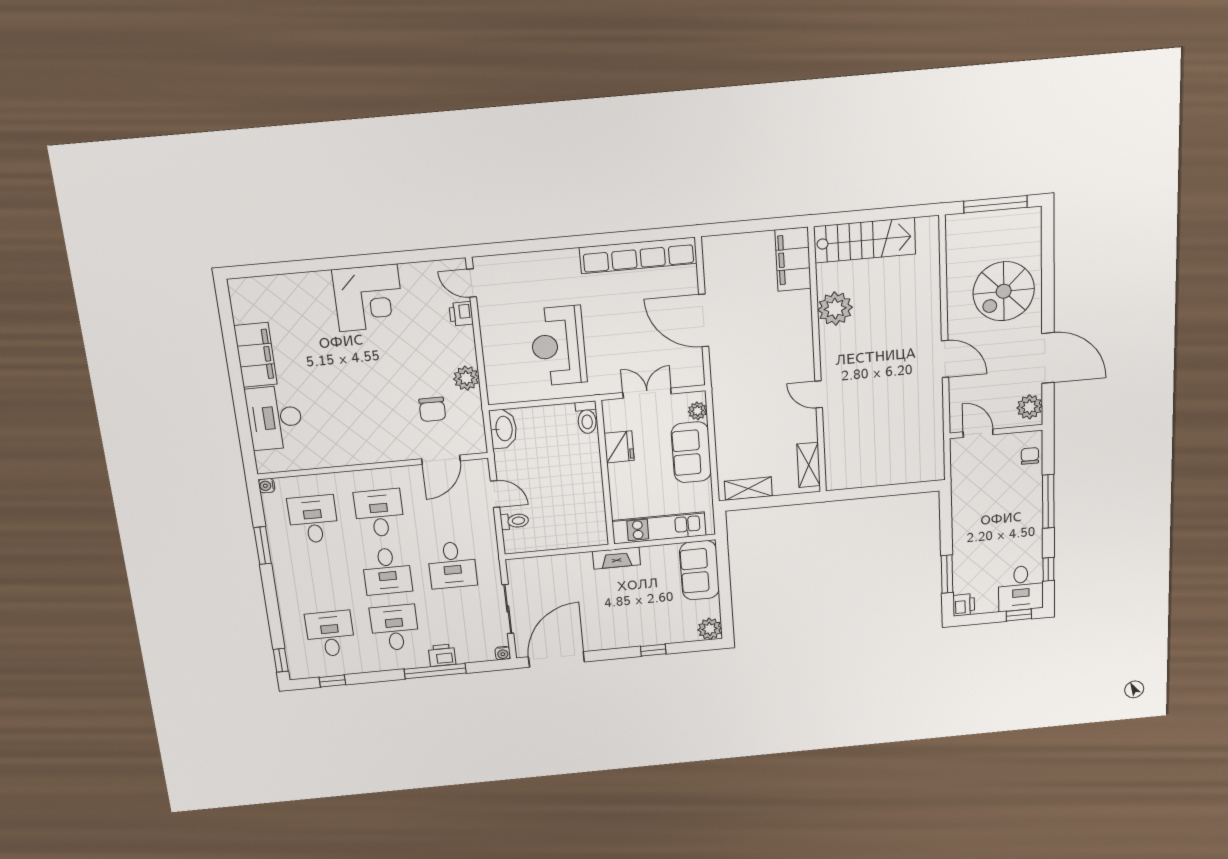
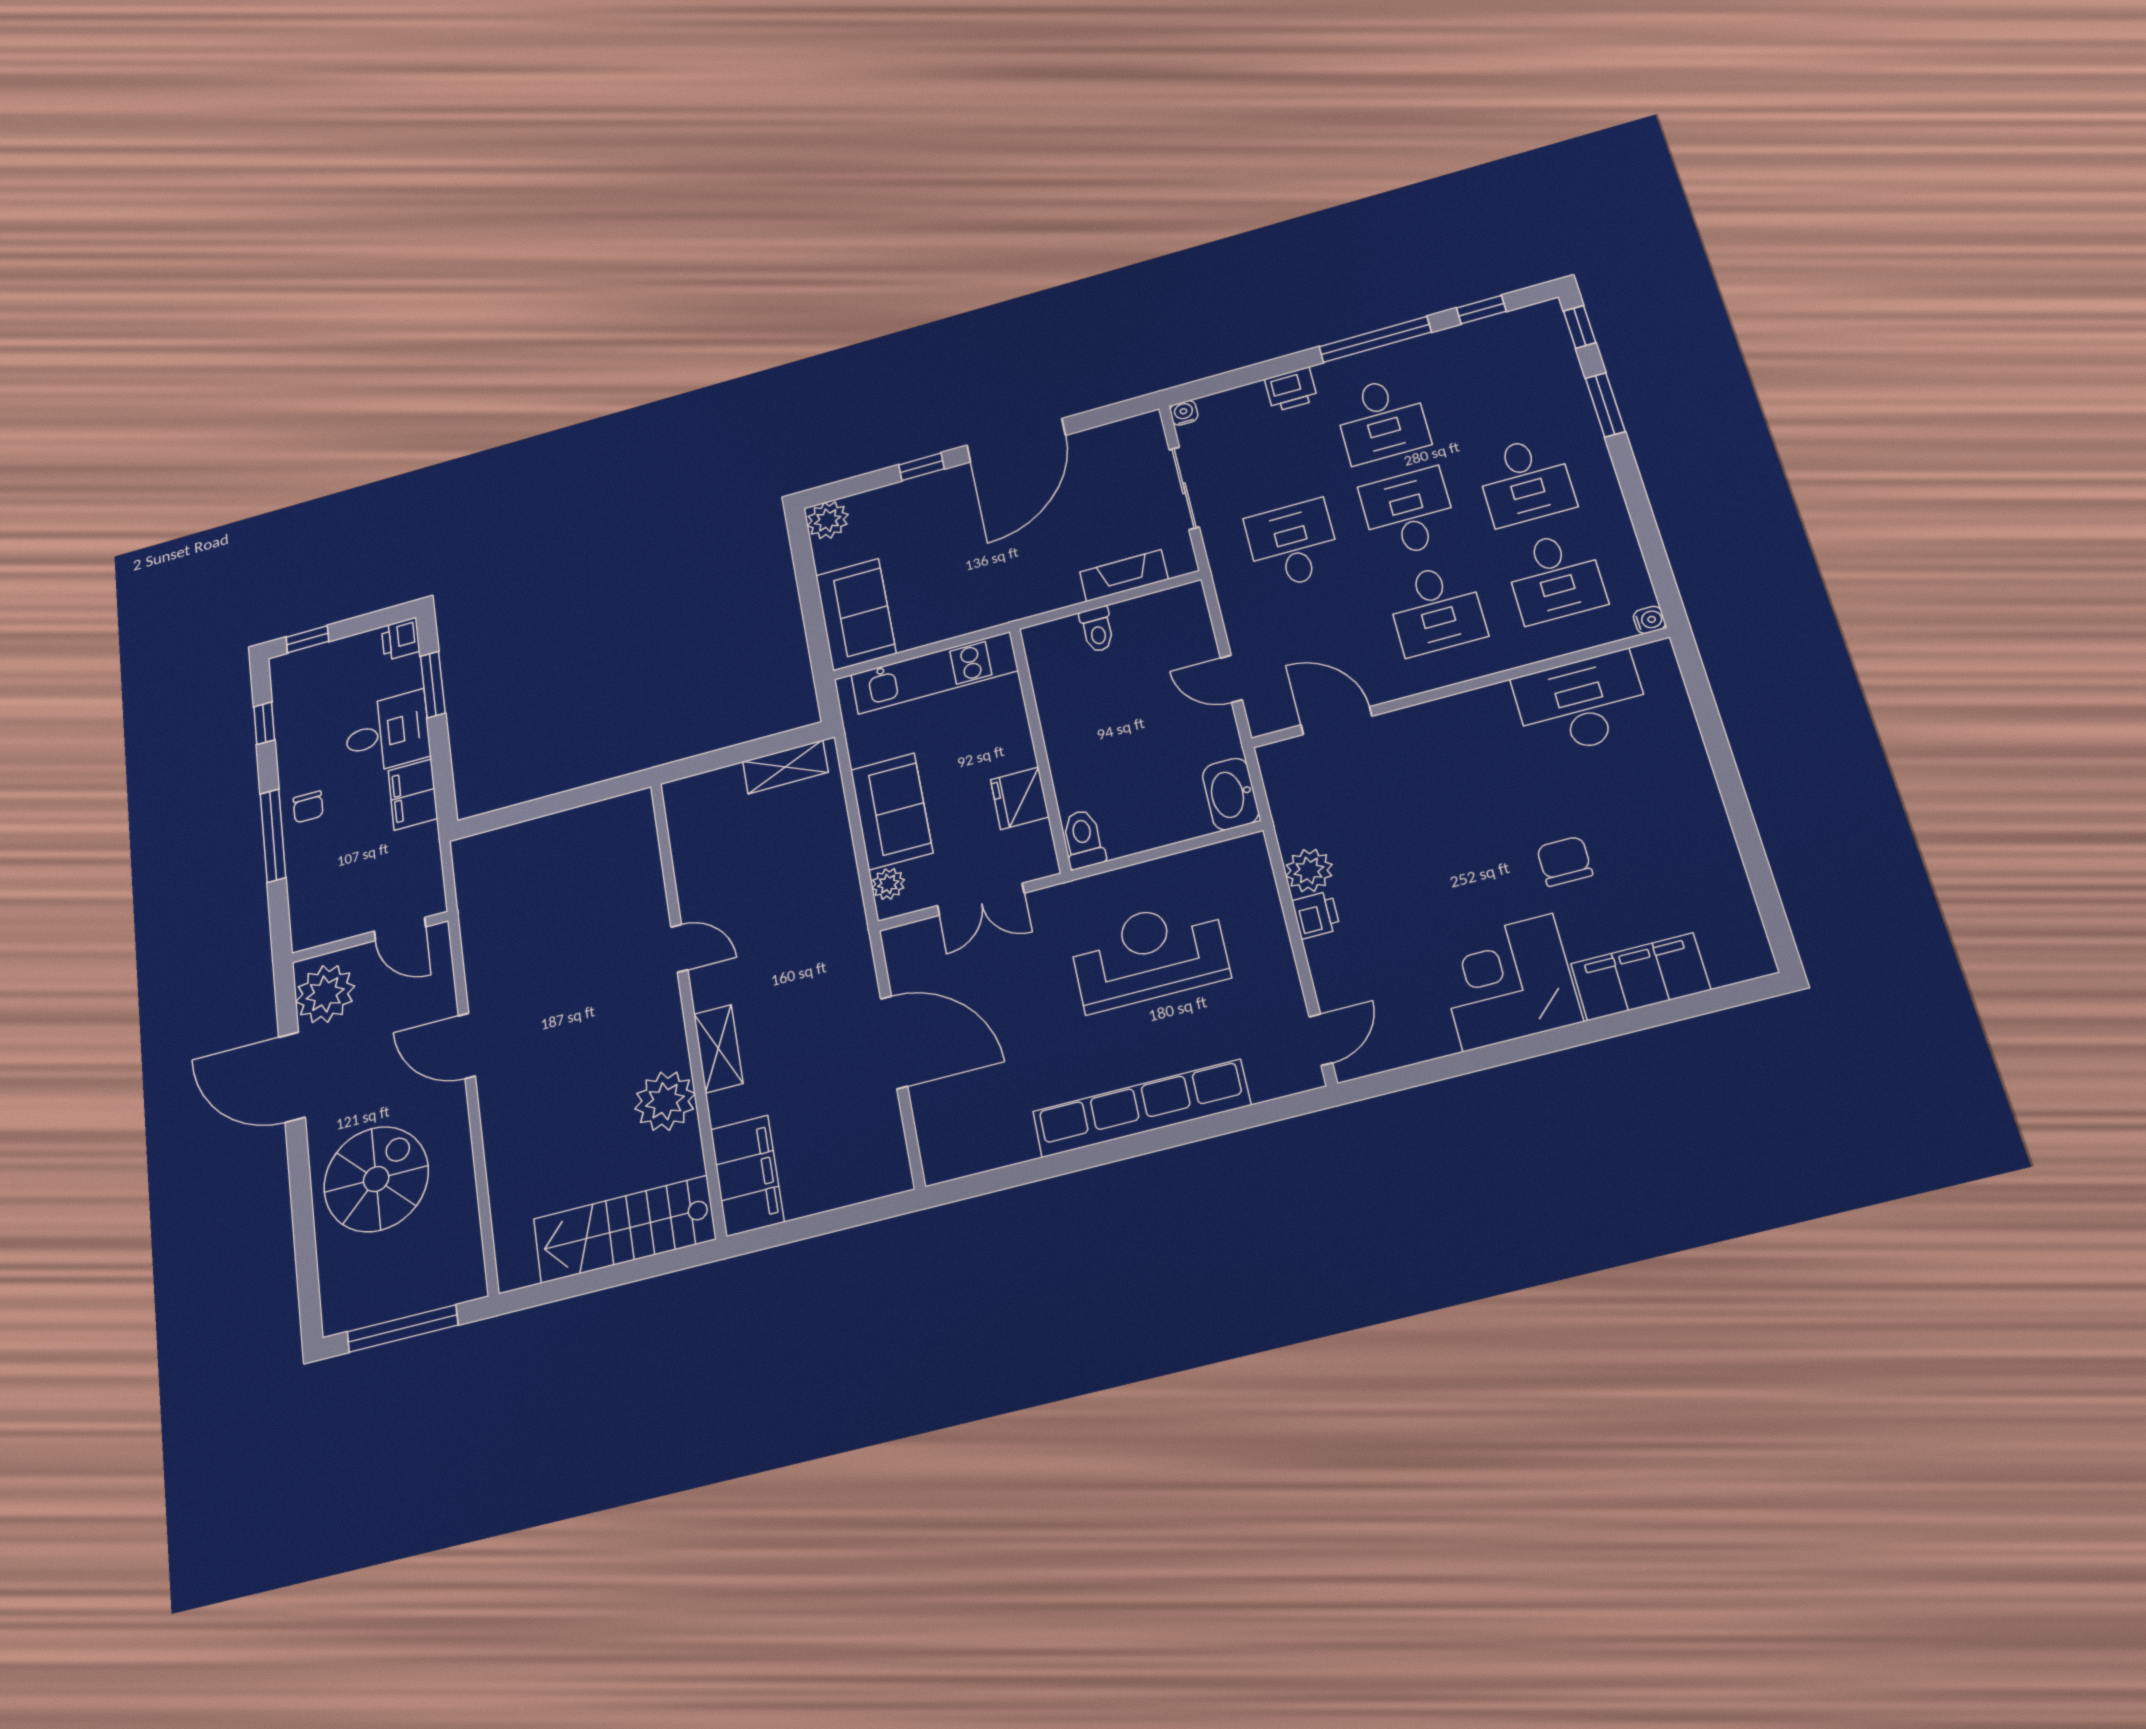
row of seats: (638, 255) -> (1141, 1108), moved
door: (472, 283) -> (1321, 1040), hinge flipped
printer: (461, 314) -> (1316, 915), moved
reception desk: (558, 346) -> (1149, 955), turned -90
filing cabinet: (255, 355) -> (1640, 977), moved, turned 90
plant: (1029, 407) -> (325, 994), width x1.36, depth x1.36
chair: (432, 409) -> (1565, 861), moved
desk: (274, 418) -> (1581, 704), moved, turned -90
chair: (1030, 456) -> (308, 807), moved
door: (441, 460) -> (1336, 721), hinge flipped
shelving: (809, 465) -> (718, 1049), moved
filing cabinet: (964, 511) -> (413, 795), added
toilet: (515, 521) -> (1097, 629), moved, turned -90
window: (263, 546) -> (1605, 405), moved
fireplace: (616, 558) -> (1124, 576), moved
desk: (1021, 588) -> (387, 733), moved, turned 90
desk: (330, 634) -> (1525, 481), moved
door: (556, 659) -> (1016, 440), moved
window: (435, 671) -> (1375, 339), moved

